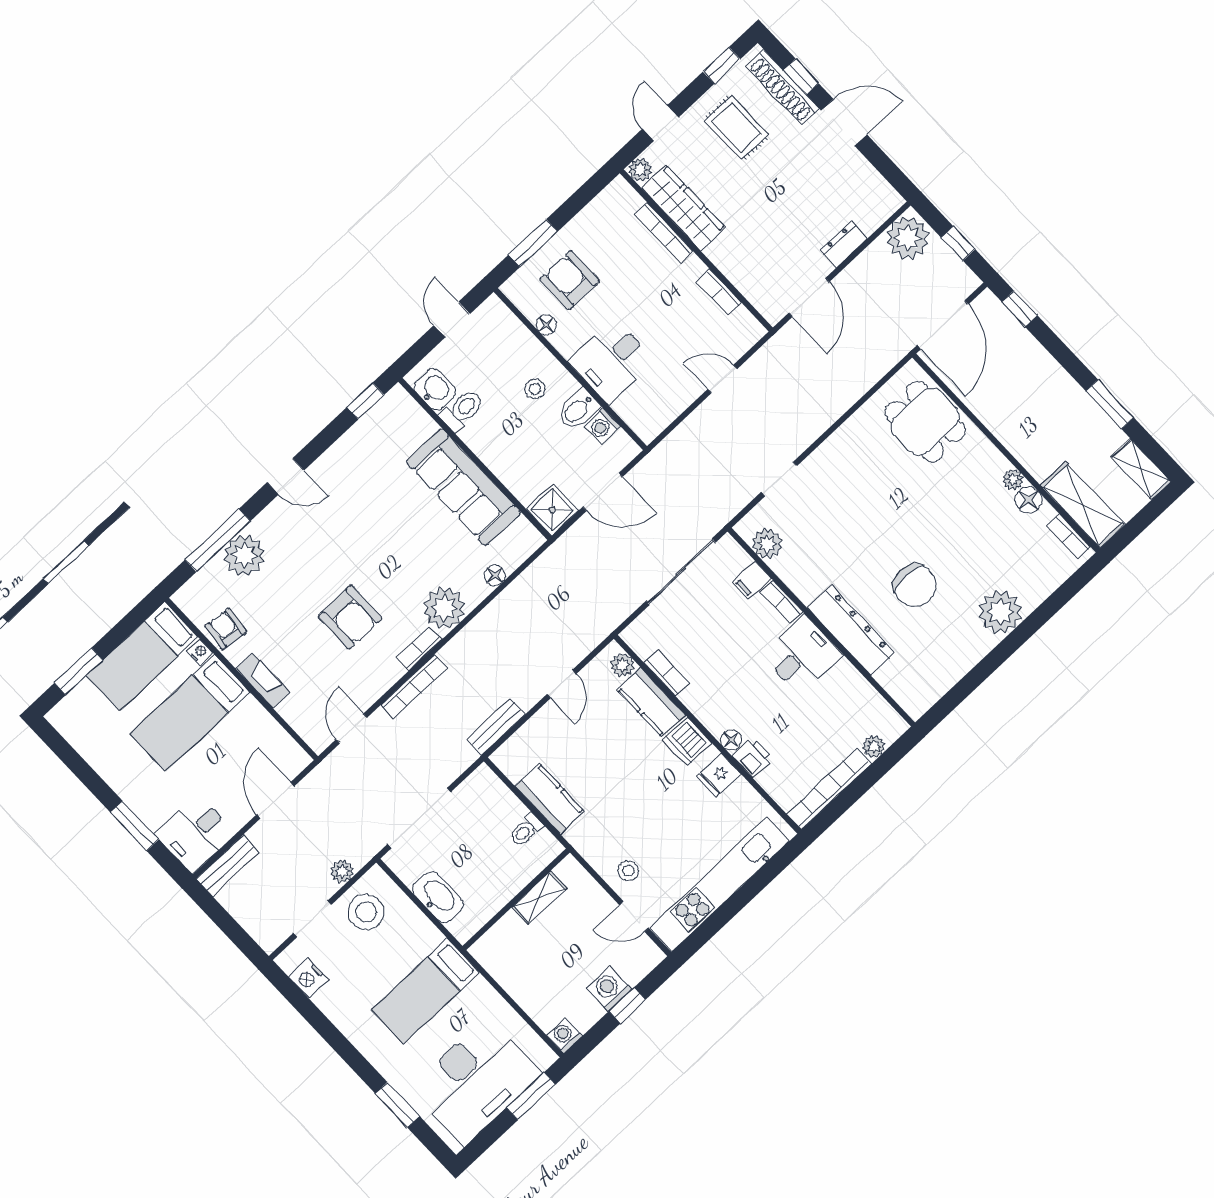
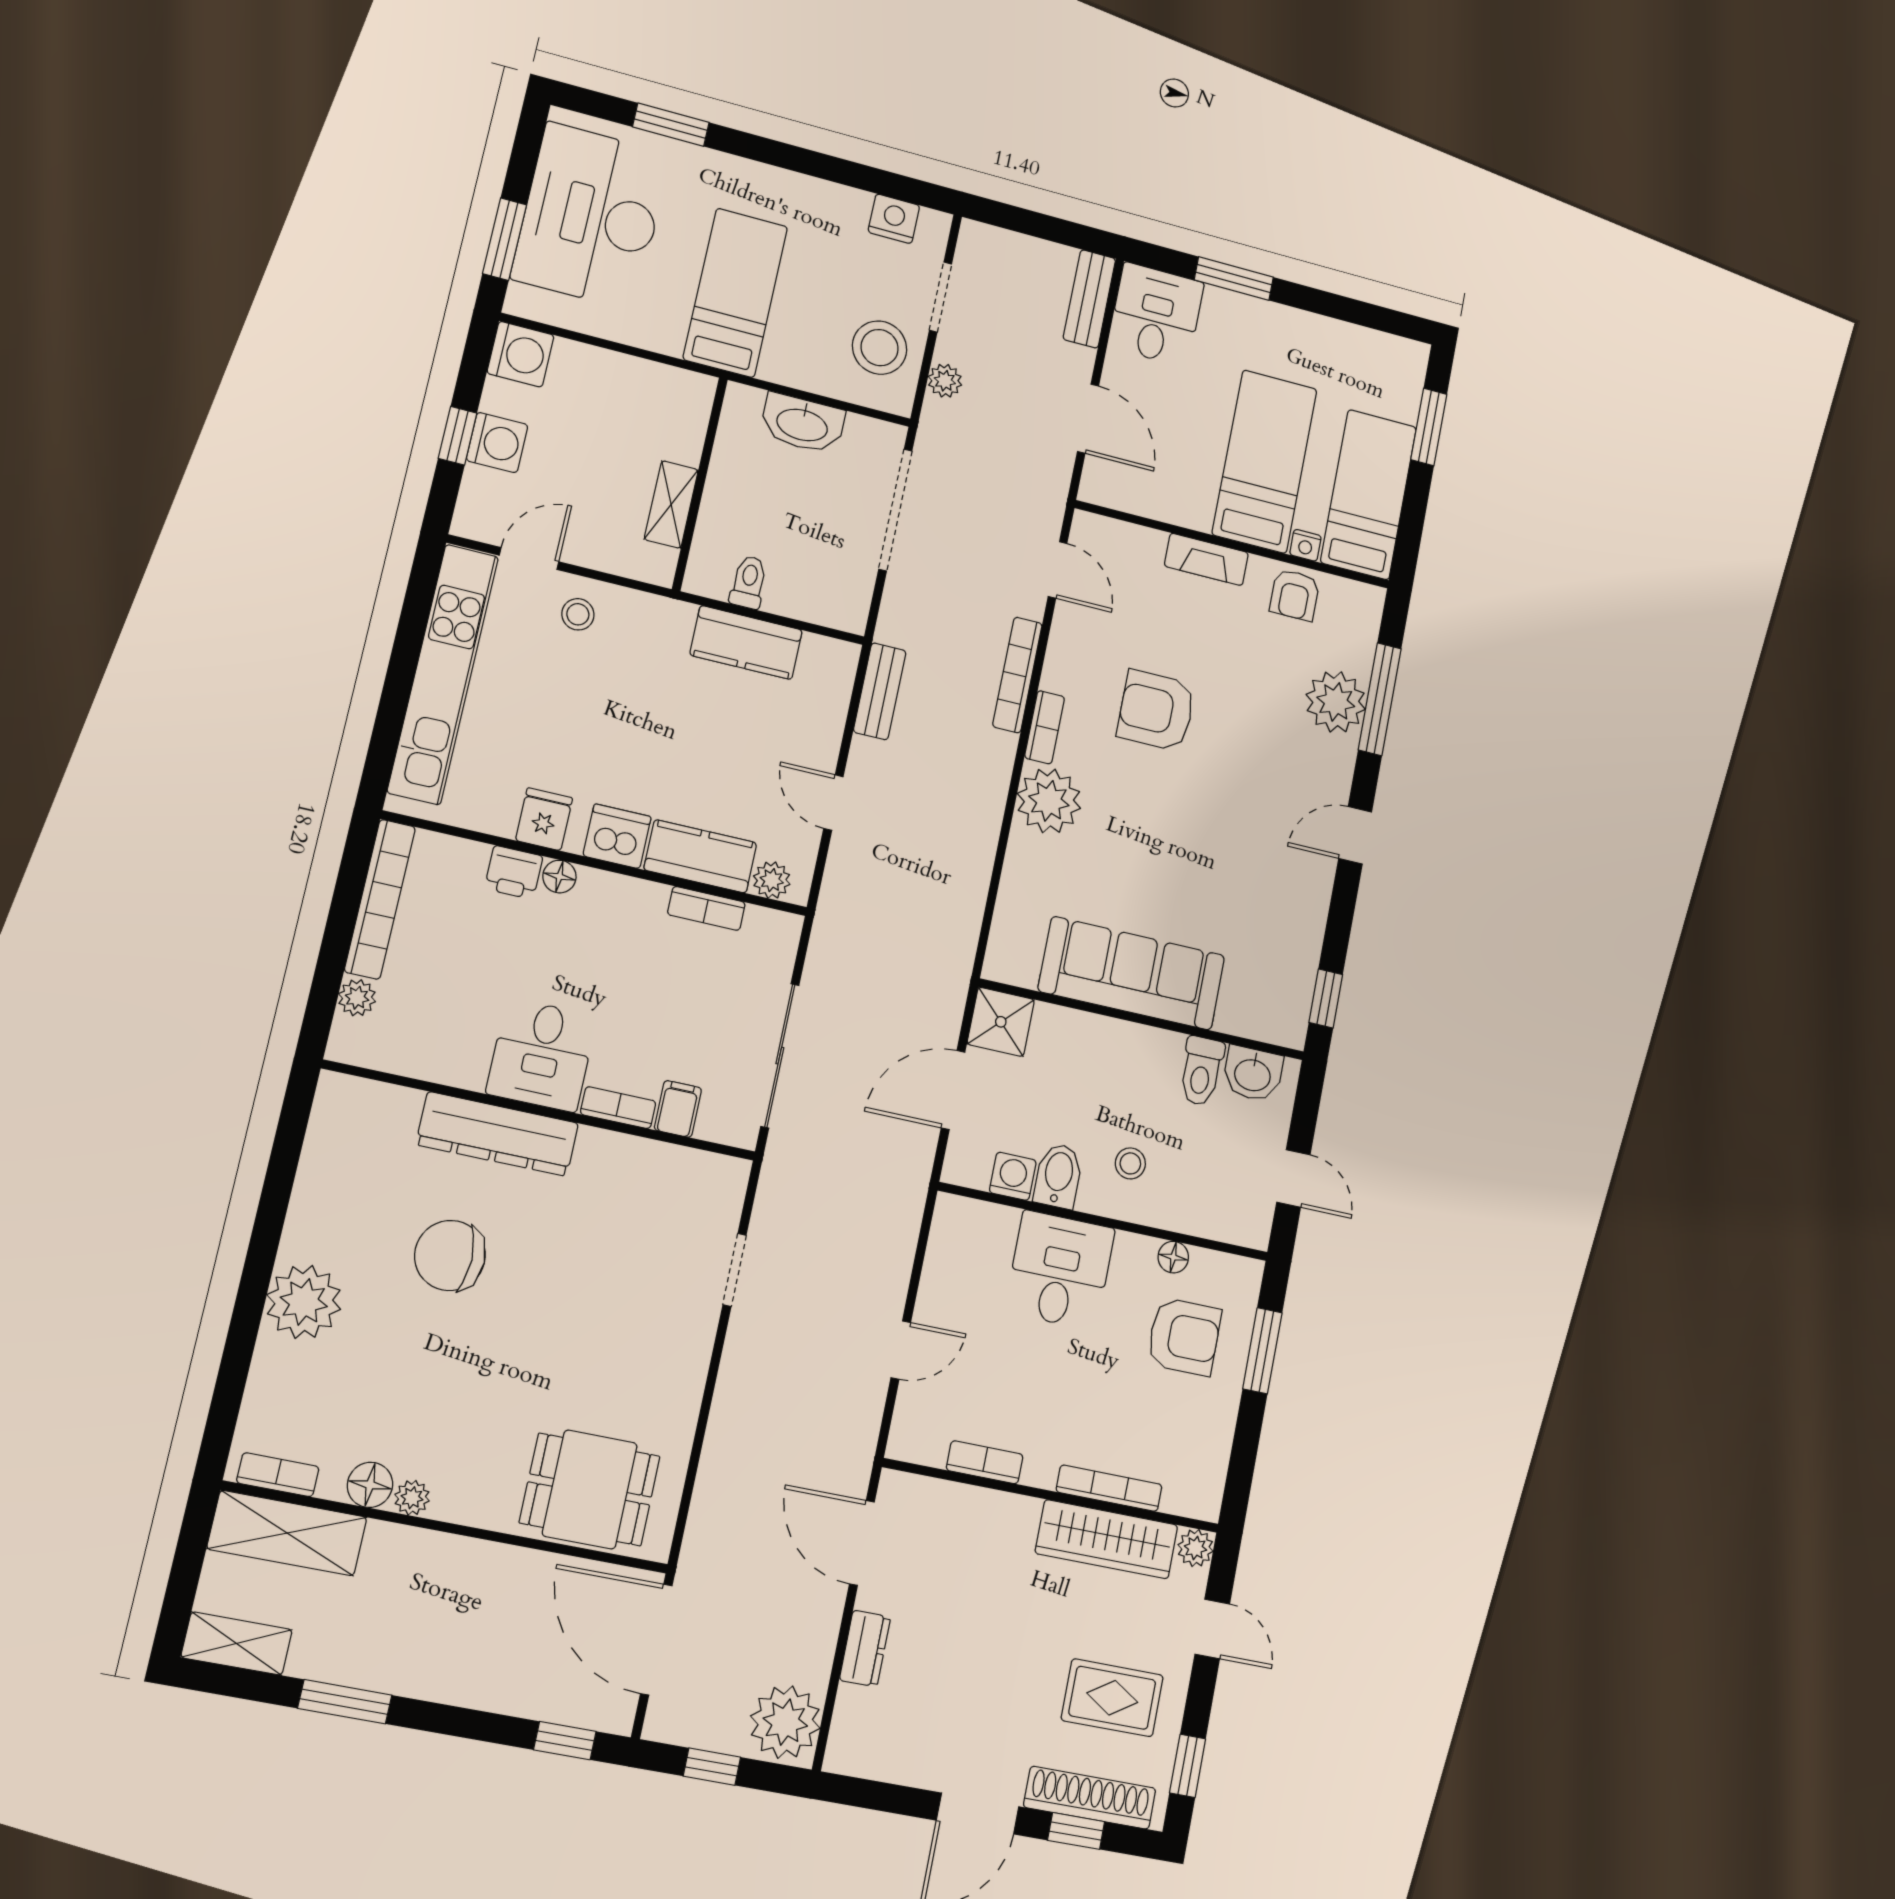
plant: (767, 544) -> (691, 1172), removed
floor lamp: (495, 575) -> (1015, 886), removed
armchair: (226, 629) -> (1295, 595), turned 83
washing machine: (564, 1035) -> (521, 354), width x1.38, depth x1.38

